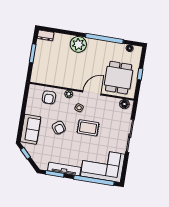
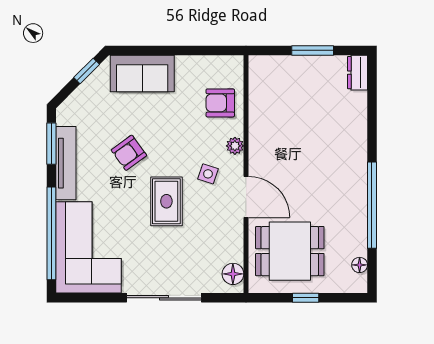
plant: (78, 44) -> (349, 149), removed
armchair: (59, 128) -> (129, 153), moved

